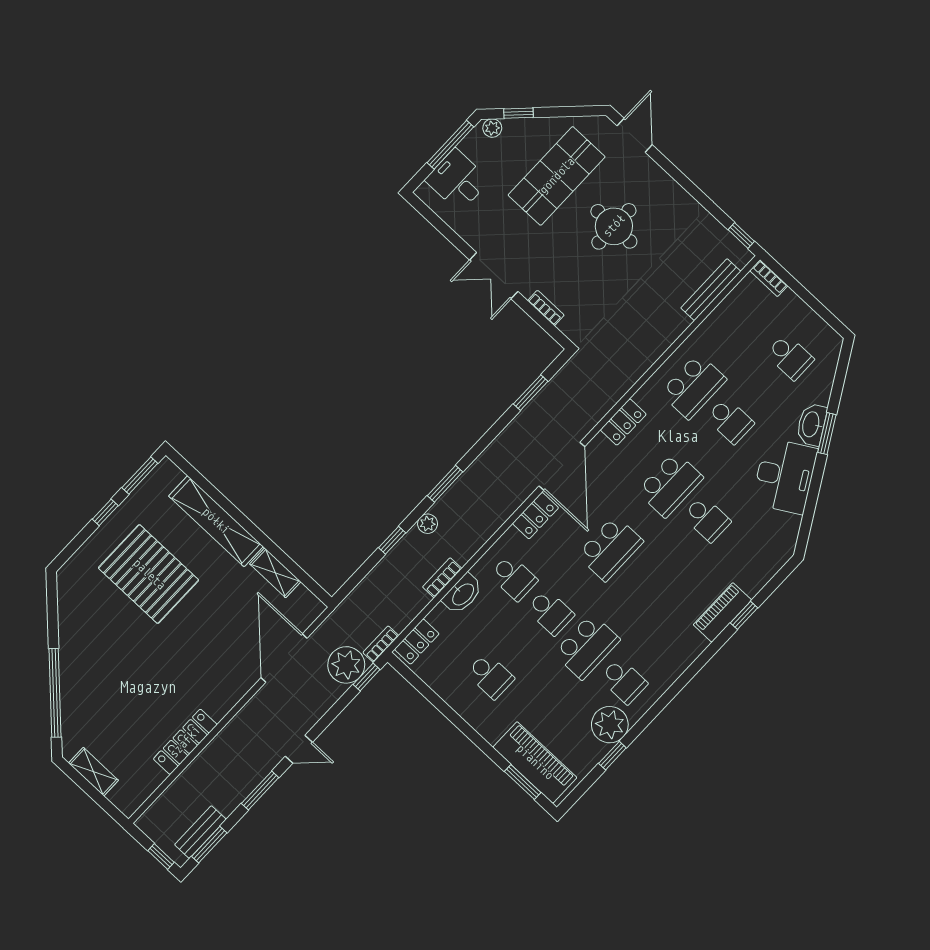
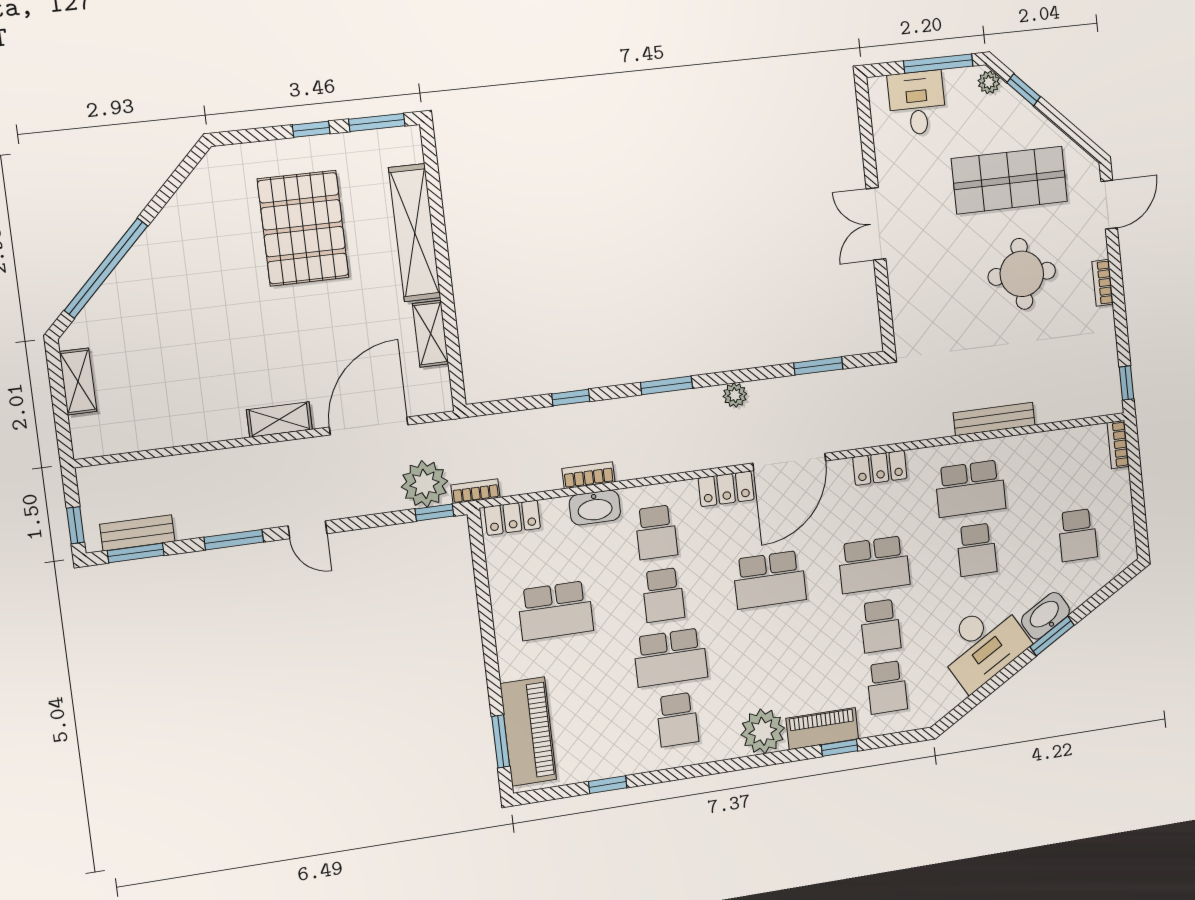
bench: (711, 290) -> (994, 419), moved
bookcase: (546, 308) -> (1103, 283), moved, turned 180
plant: (428, 524) -> (735, 395), moved
school desk: (743, 553) -> (887, 687), added
school desk: (490, 676) -> (555, 611), width x1.85
shelving: (228, 698) -> (279, 420), added
plant: (610, 725) -> (763, 731), moved
locker: (185, 742) -> (199, 428), removed

